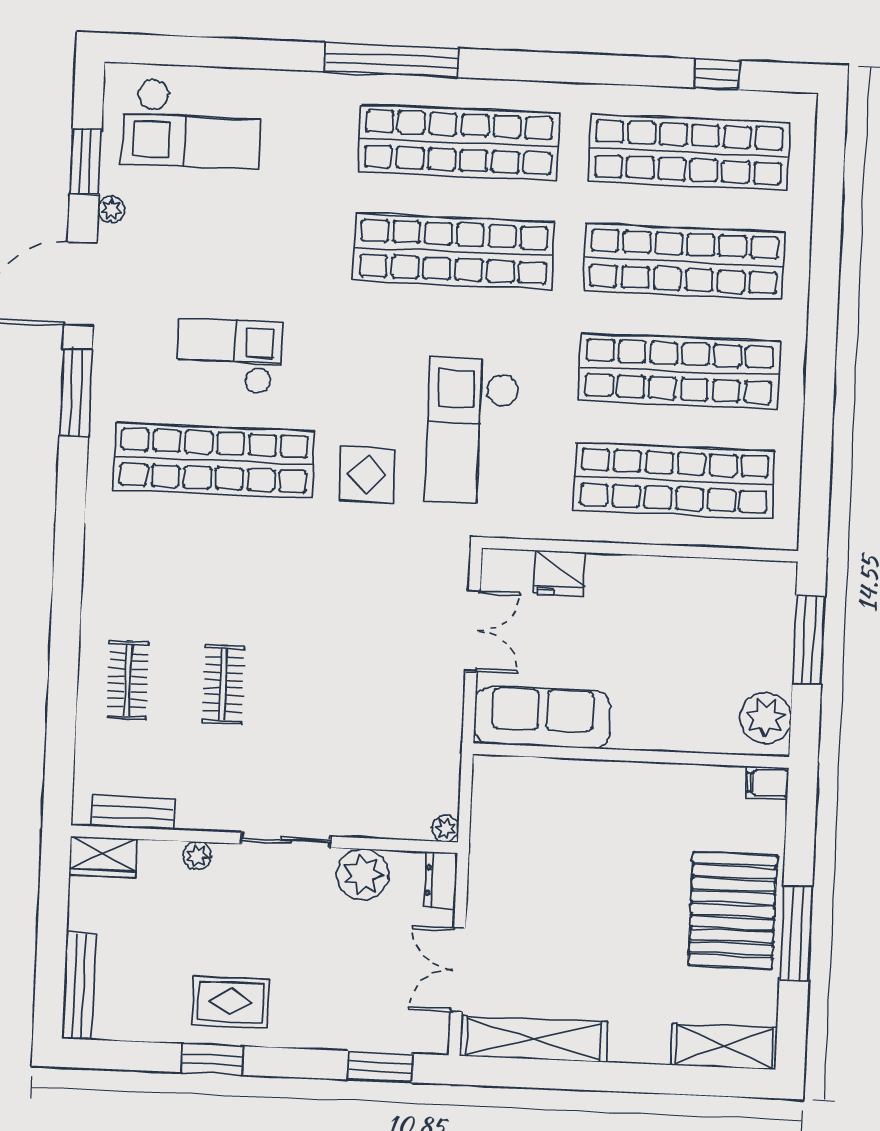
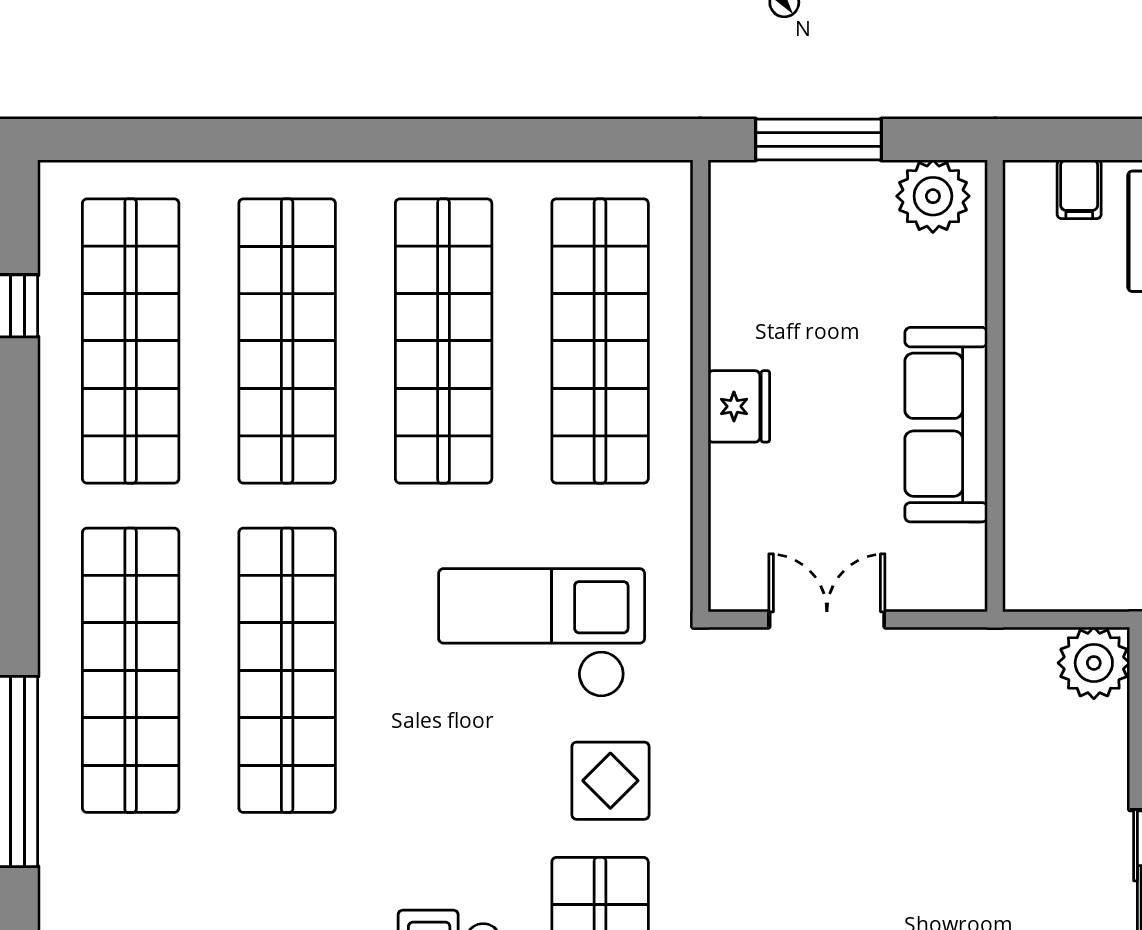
checkout: (472, 431) -> (542, 633), turned 180
fridge: (560, 573) -> (739, 406), moved
sofa: (542, 717) -> (946, 425), moved
filing cabinet: (768, 783) -> (1079, 189), moved
plant: (445, 828) -> (1094, 663), width x1.88, depth x1.88

